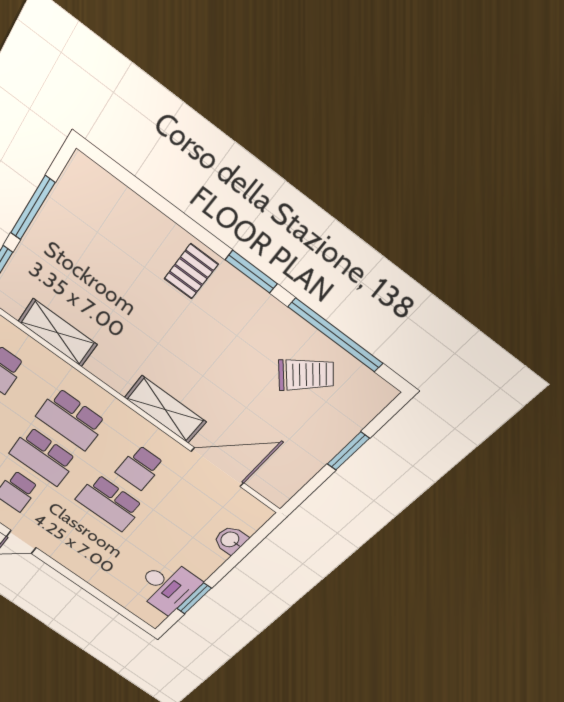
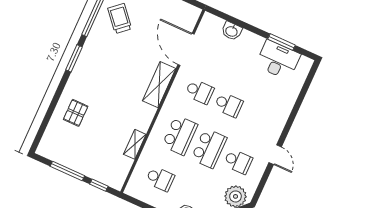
pallet: (191, 271) -> (76, 113), moved, turned 90
shelving: (57, 333) -> (135, 144), width x0.67, depth x0.75
school desk: (110, 503) -> (229, 105), width x0.54

